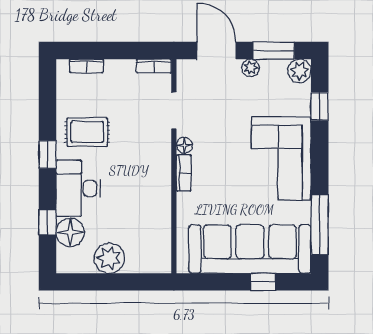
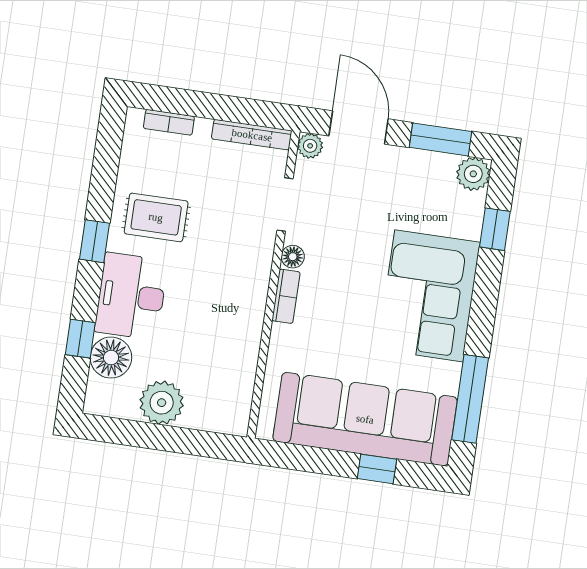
bookcase: (154, 66) -> (252, 135), width x1.56
plant: (250, 68) -> (310, 146), moved

